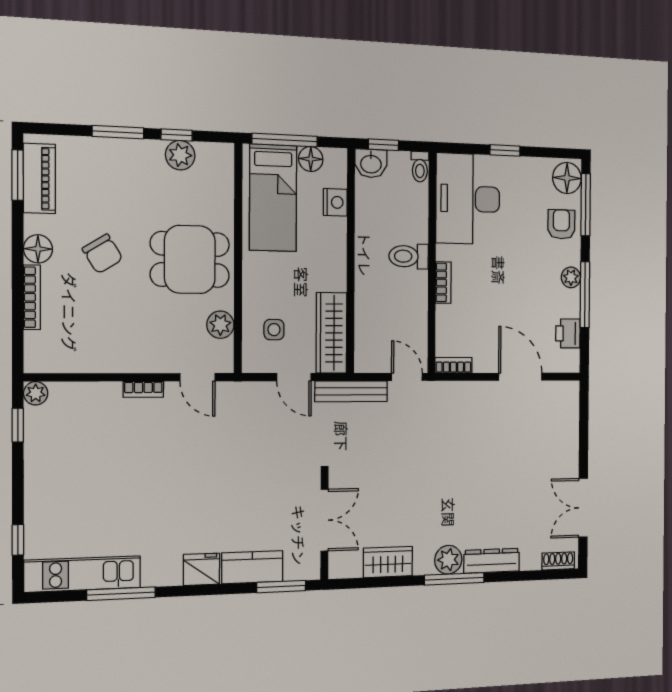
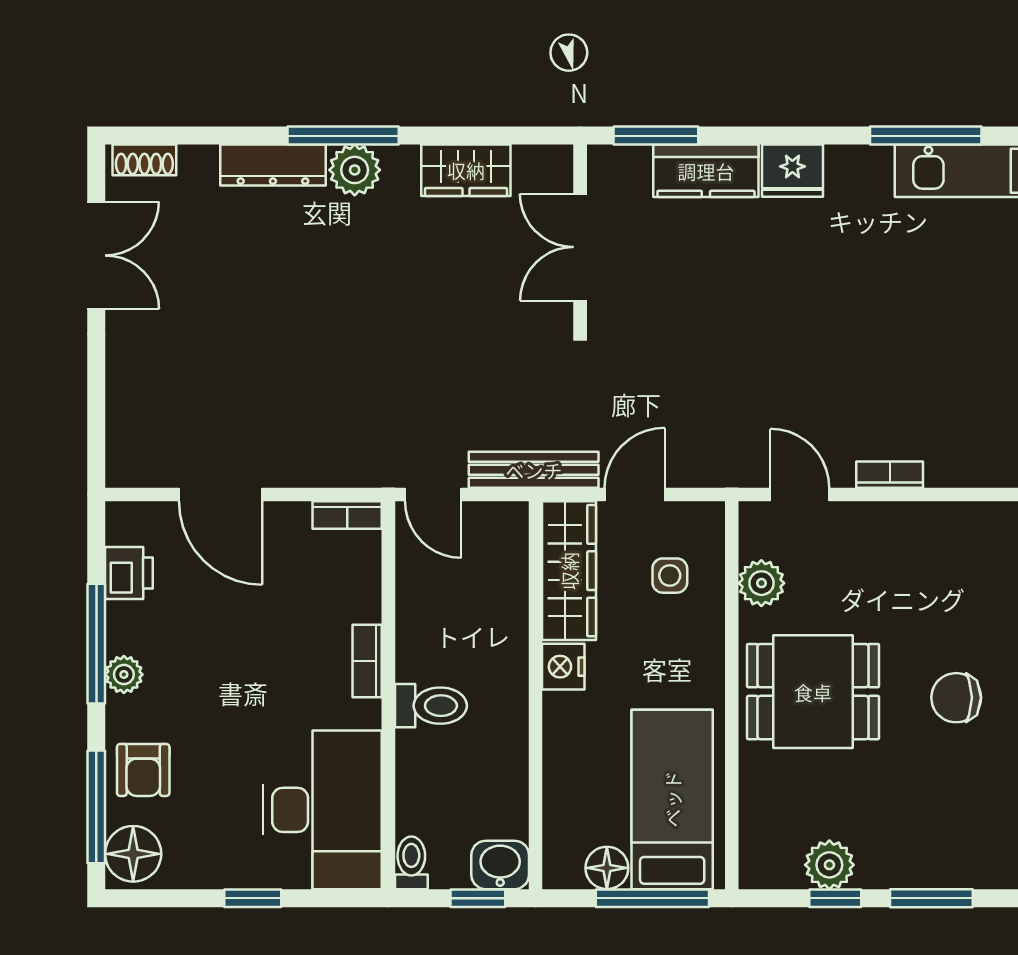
nightstand: (335, 202) -> (563, 667), moved
chair: (103, 254) -> (956, 698), turned -58
door: (294, 377) -> (635, 495), hinge flipped

